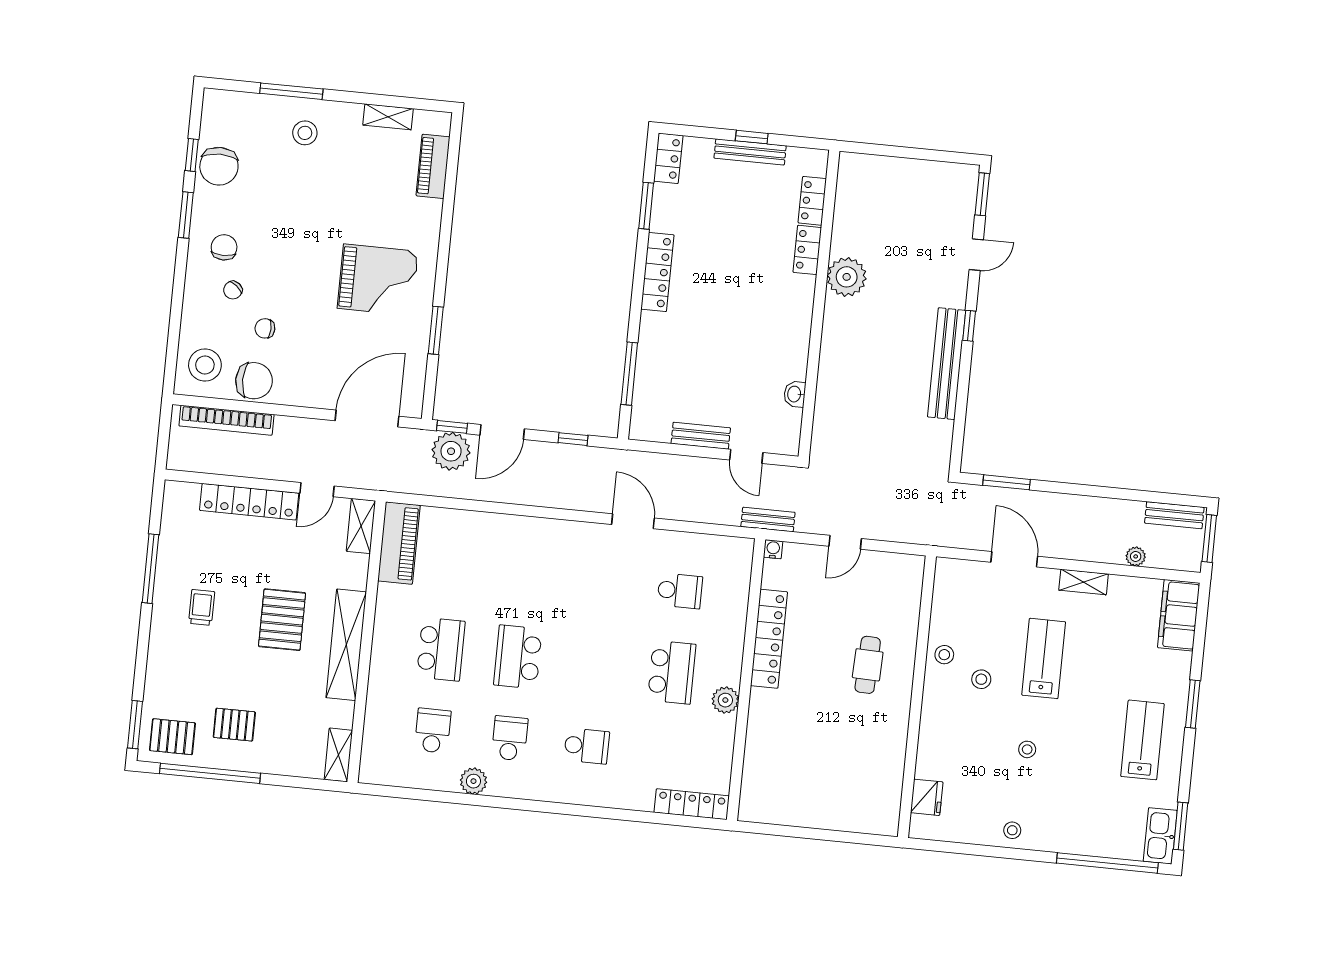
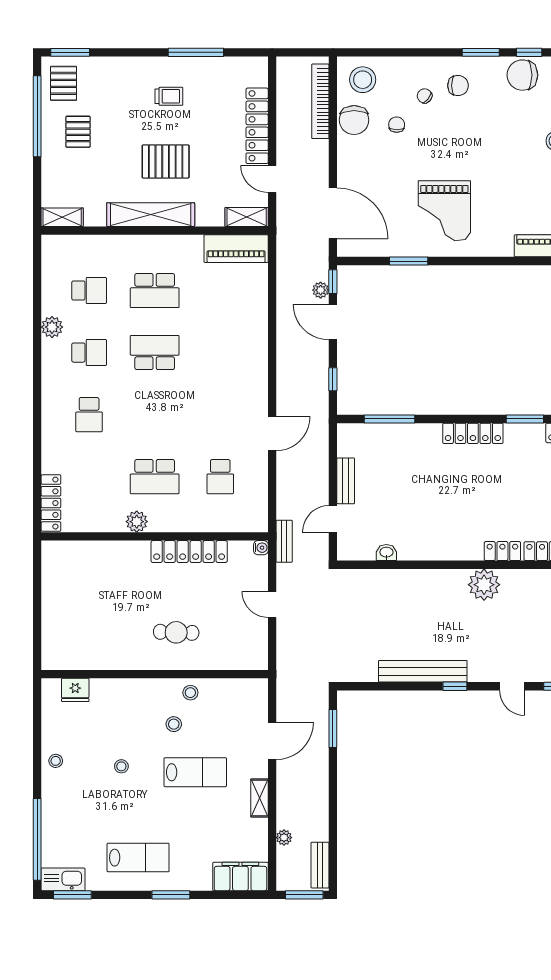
plant: (451, 451) -> (321, 290), width x0.53, depth x0.53

